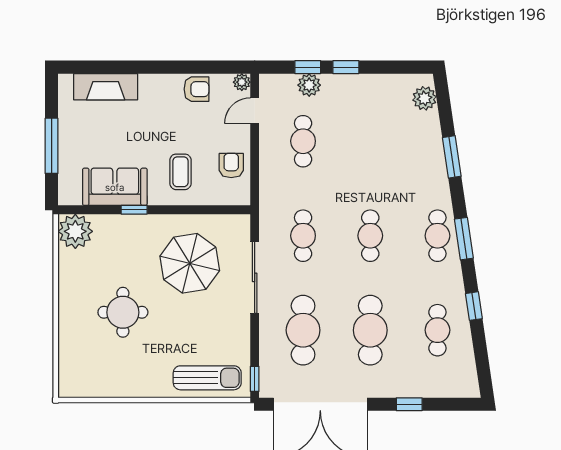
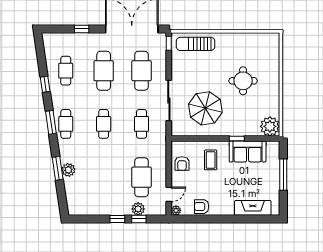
plant: (424, 98) -> (68, 170), moved
cafe table: (303, 141) -> (142, 177), width x1.37, depth x1.35

